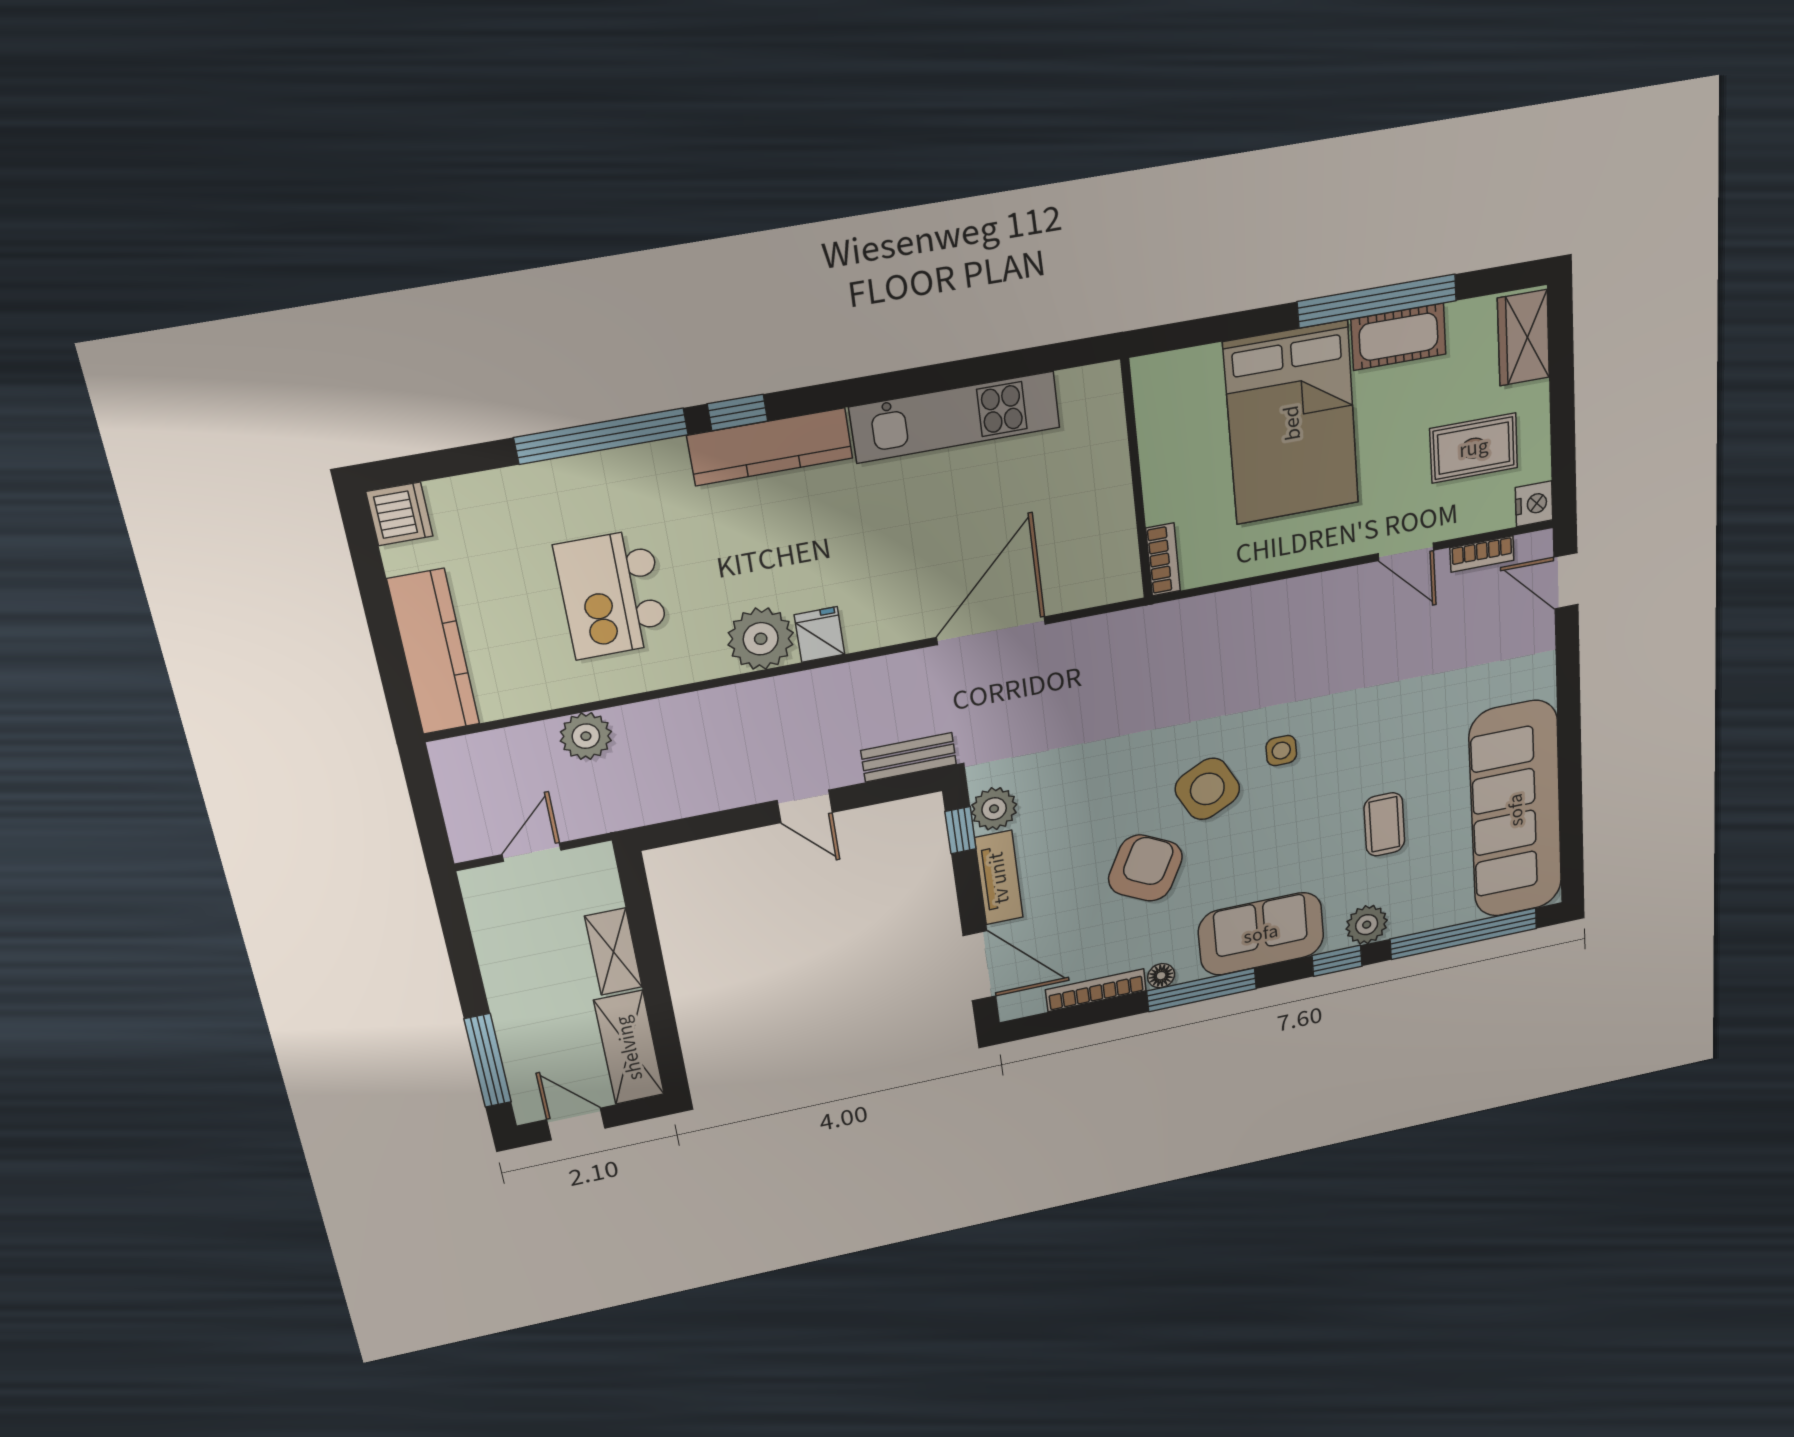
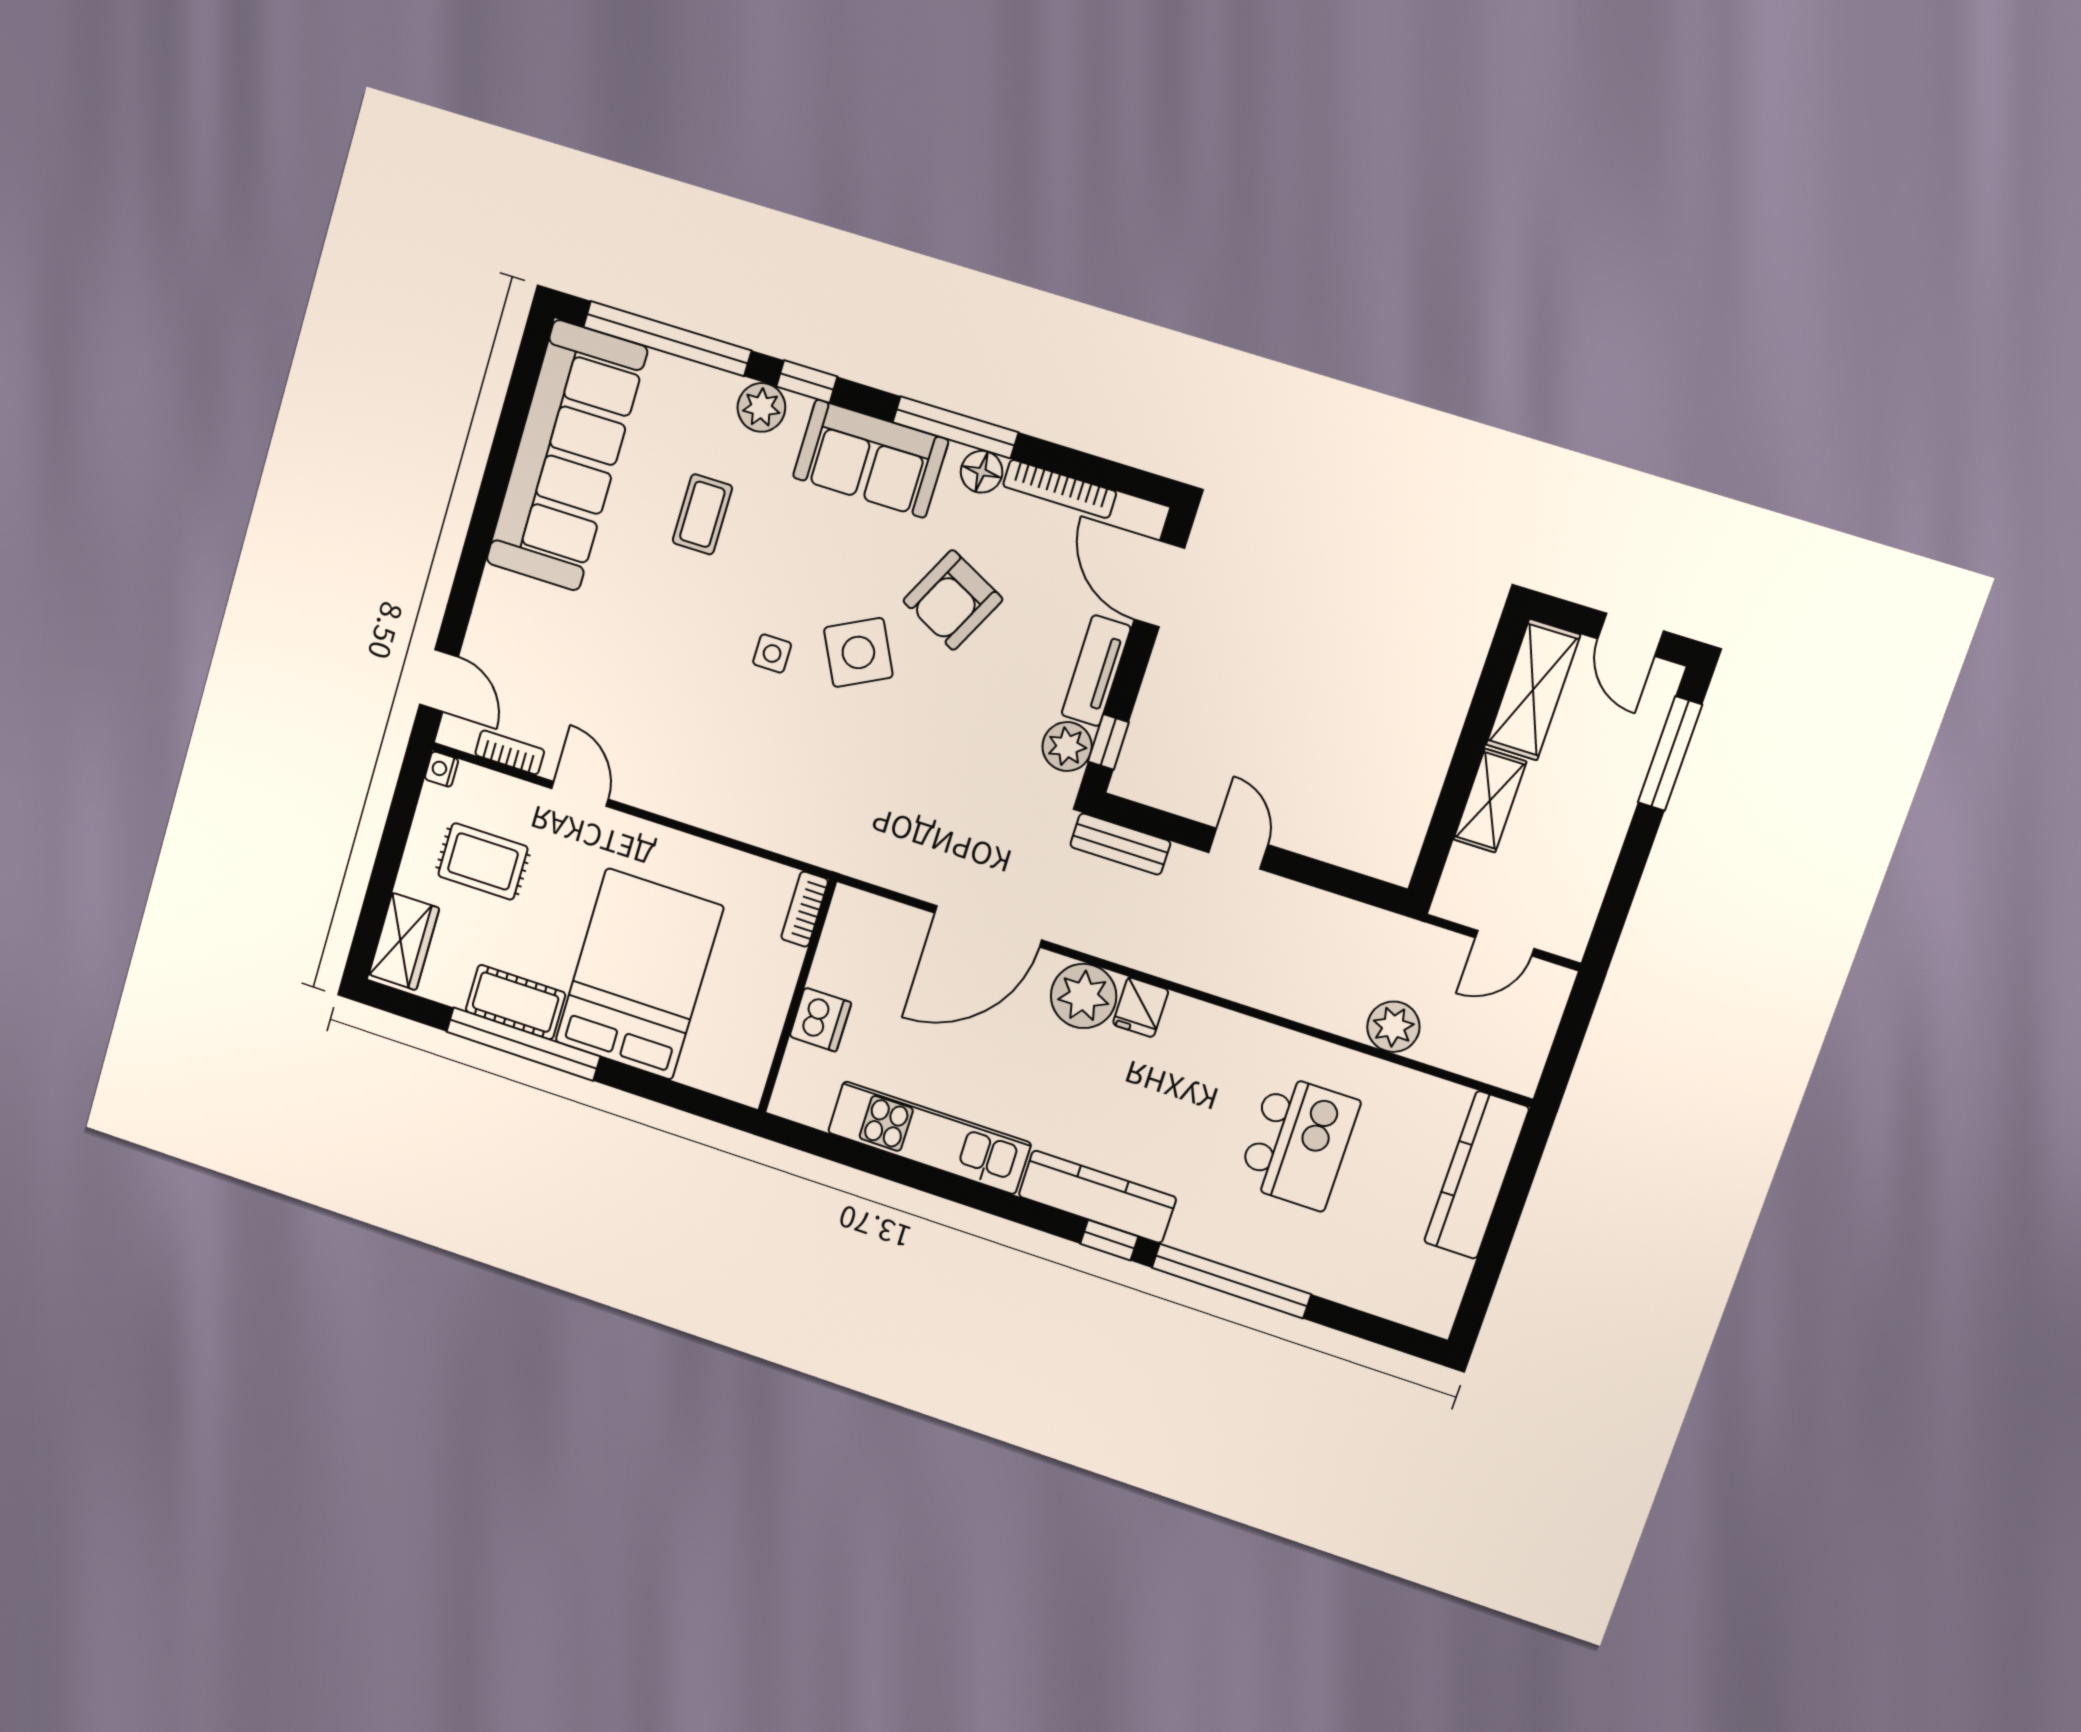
nightstand: (1534, 504) -> (442, 769), width x0.72, depth x0.74
dishwasher: (399, 514) -> (820, 1020), moved, turned 180
plant: (761, 639) -> (1084, 996), moved
floor lamp: (1161, 976) -> (982, 472), width x1.37, depth x1.37

